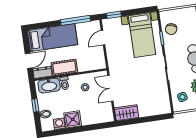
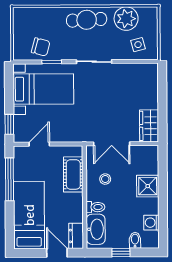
door: (103, 38) -> (39, 144), swing flipped
cot: (64, 67) -> (73, 174), moved
shower: (73, 119) -> (148, 186), moved

